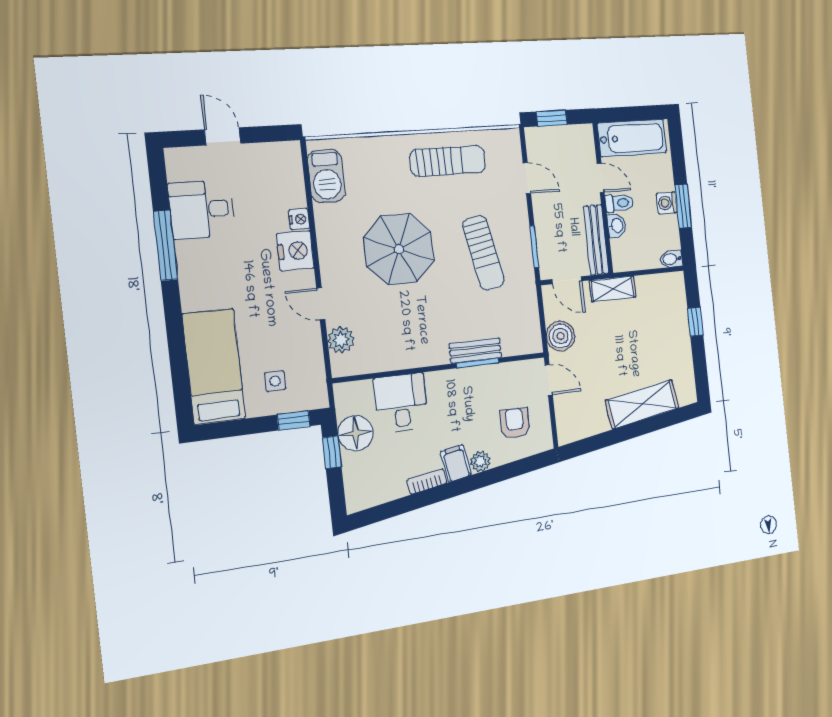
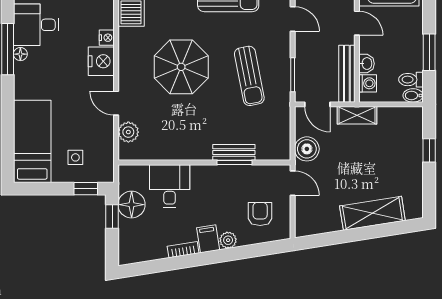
toilet: (619, 203) -> (411, 80), moved, turned 180
washing machine: (667, 203) -> (368, 83), moved, turned 180
floor lamp: (184, 251) -> (20, 54), added

